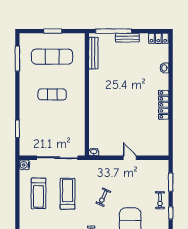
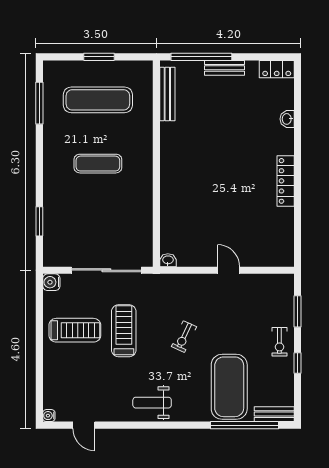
treadmill: (38, 193) -> (75, 330), turned -90

